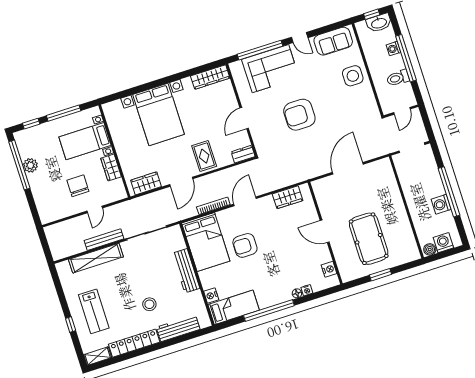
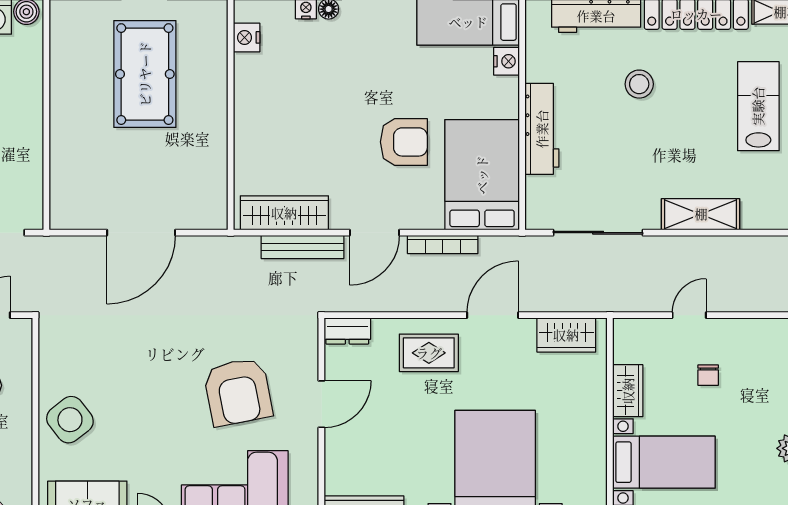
side table: (353, 76) -> (70, 420), turned -38
armchair: (299, 115) -> (238, 392), moved, turned 79
rug: (204, 156) -> (429, 353), turned 90
chair: (78, 186) -> (708, 375), width x0.54, depth x0.54
wardrobe: (288, 197) -> (284, 213), width x1.50
door: (325, 231) -> (231, 118), removed
bench: (104, 240) -> (302, 247), moved
shelving: (96, 258) -> (701, 214), width x0.68

